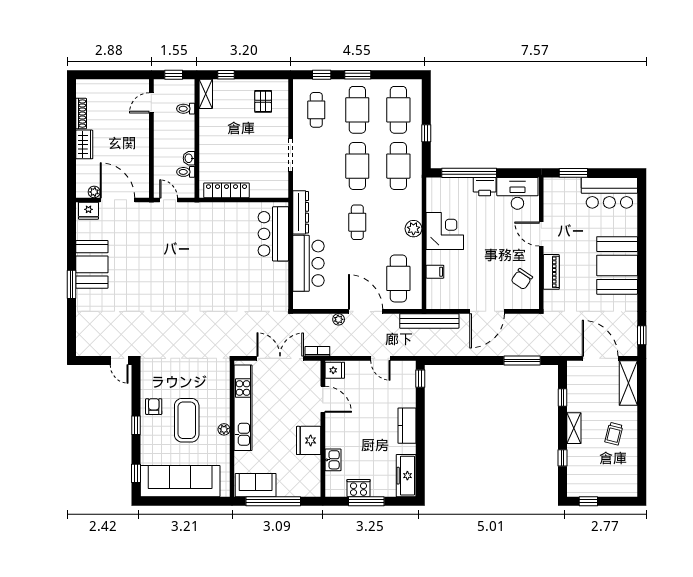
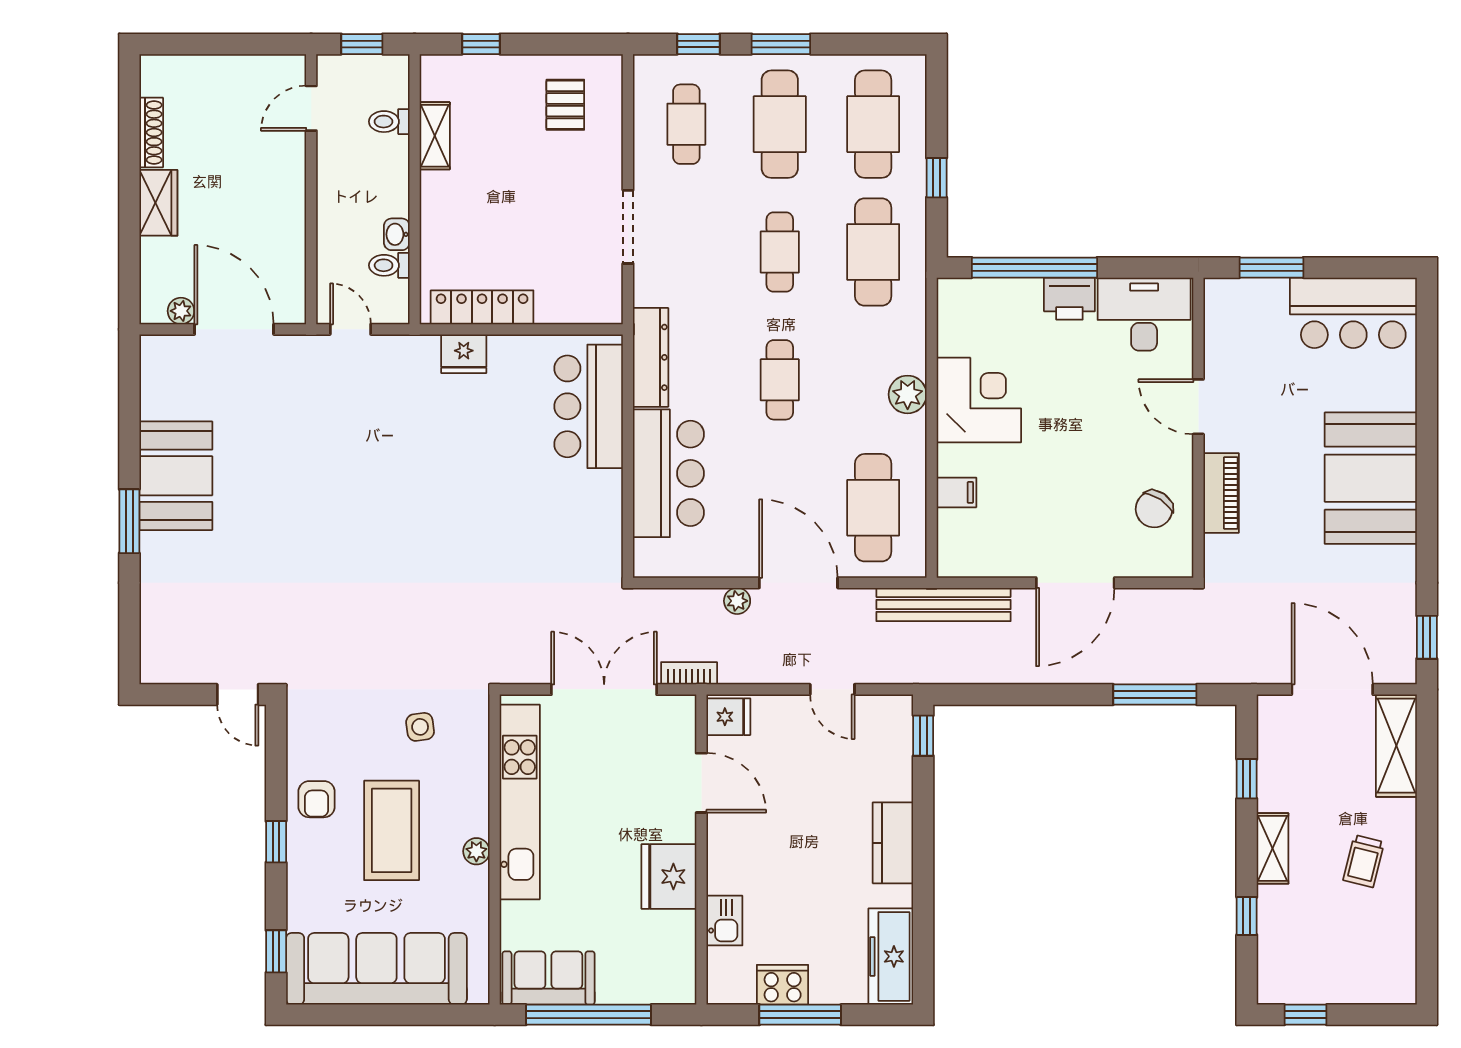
shelving: (206, 94) -> (435, 136), moved
cafe table: (357, 166) -> (780, 252), width x0.73, depth x0.74
fridge: (88, 211) -> (464, 354), moved
side table: (199, 375) -> (420, 727), added
armchair: (154, 407) -> (317, 799), turned 180

